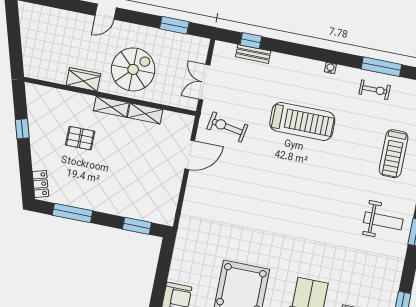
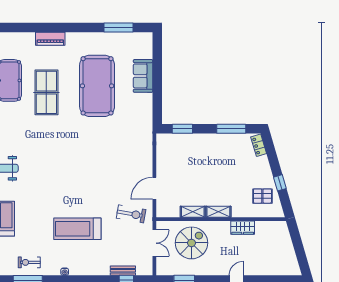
spiral stairs: (133, 69) -> (191, 243), moved, turned 180
pallet: (80, 138) -> (262, 196), moved

